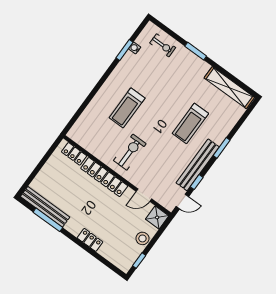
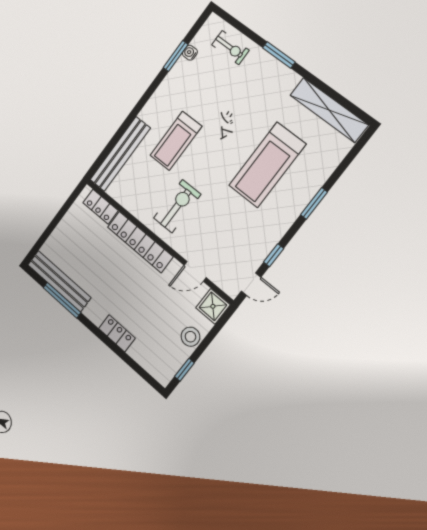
treadmill: (190, 123) -> (267, 165), width x1.37, depth x1.38
bench: (198, 165) -> (120, 154), moved

